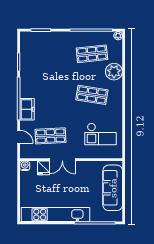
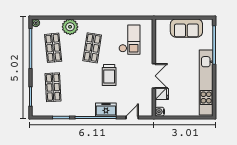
trolley: (63, 113) -> (109, 75), added
shop shelf: (50, 136) -> (53, 87), moved
sofa: (113, 188) -> (186, 28), width x0.73

